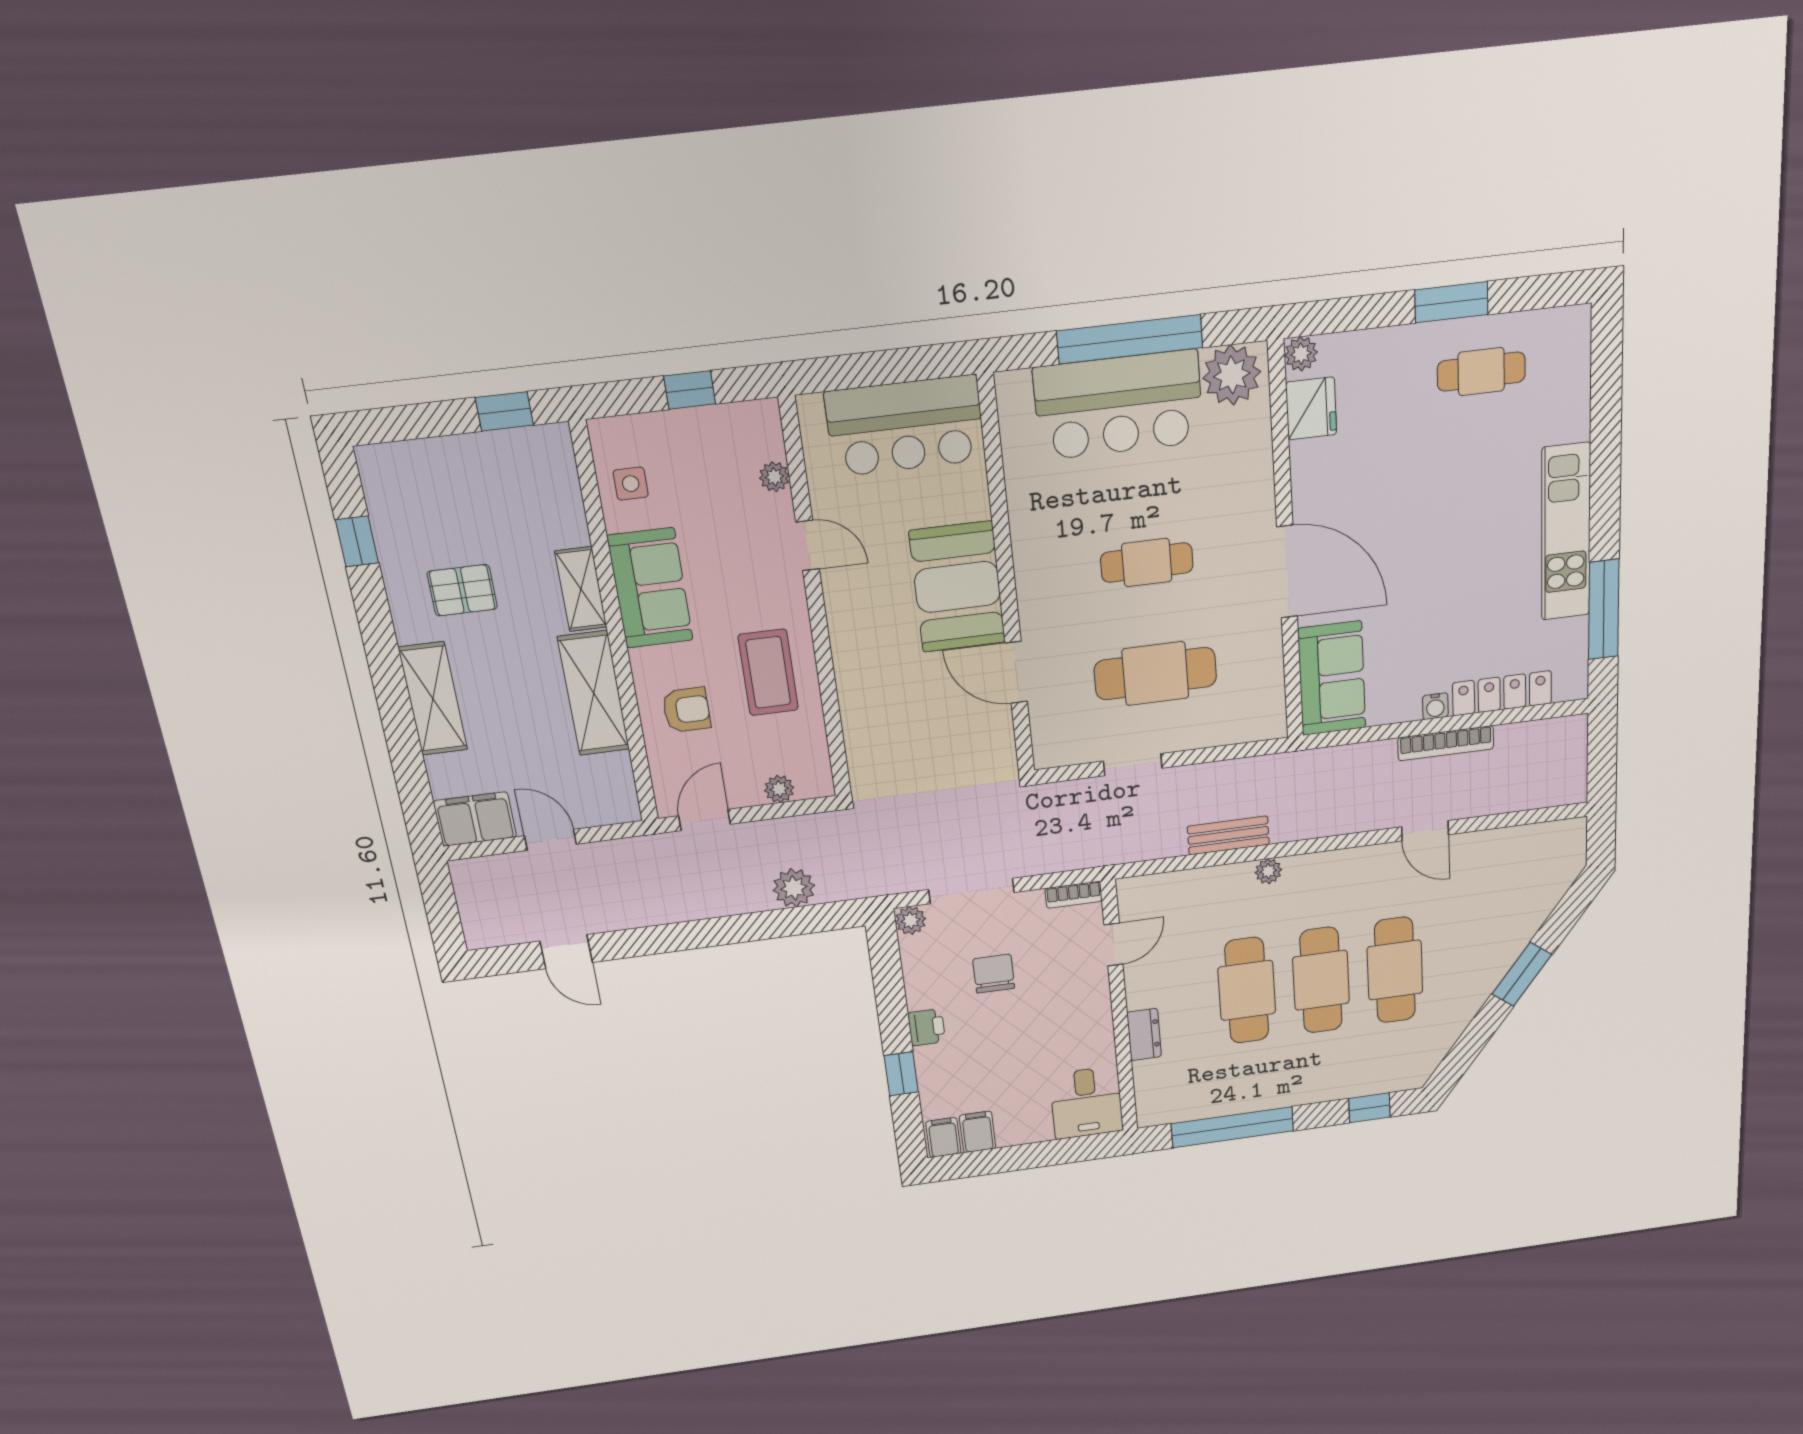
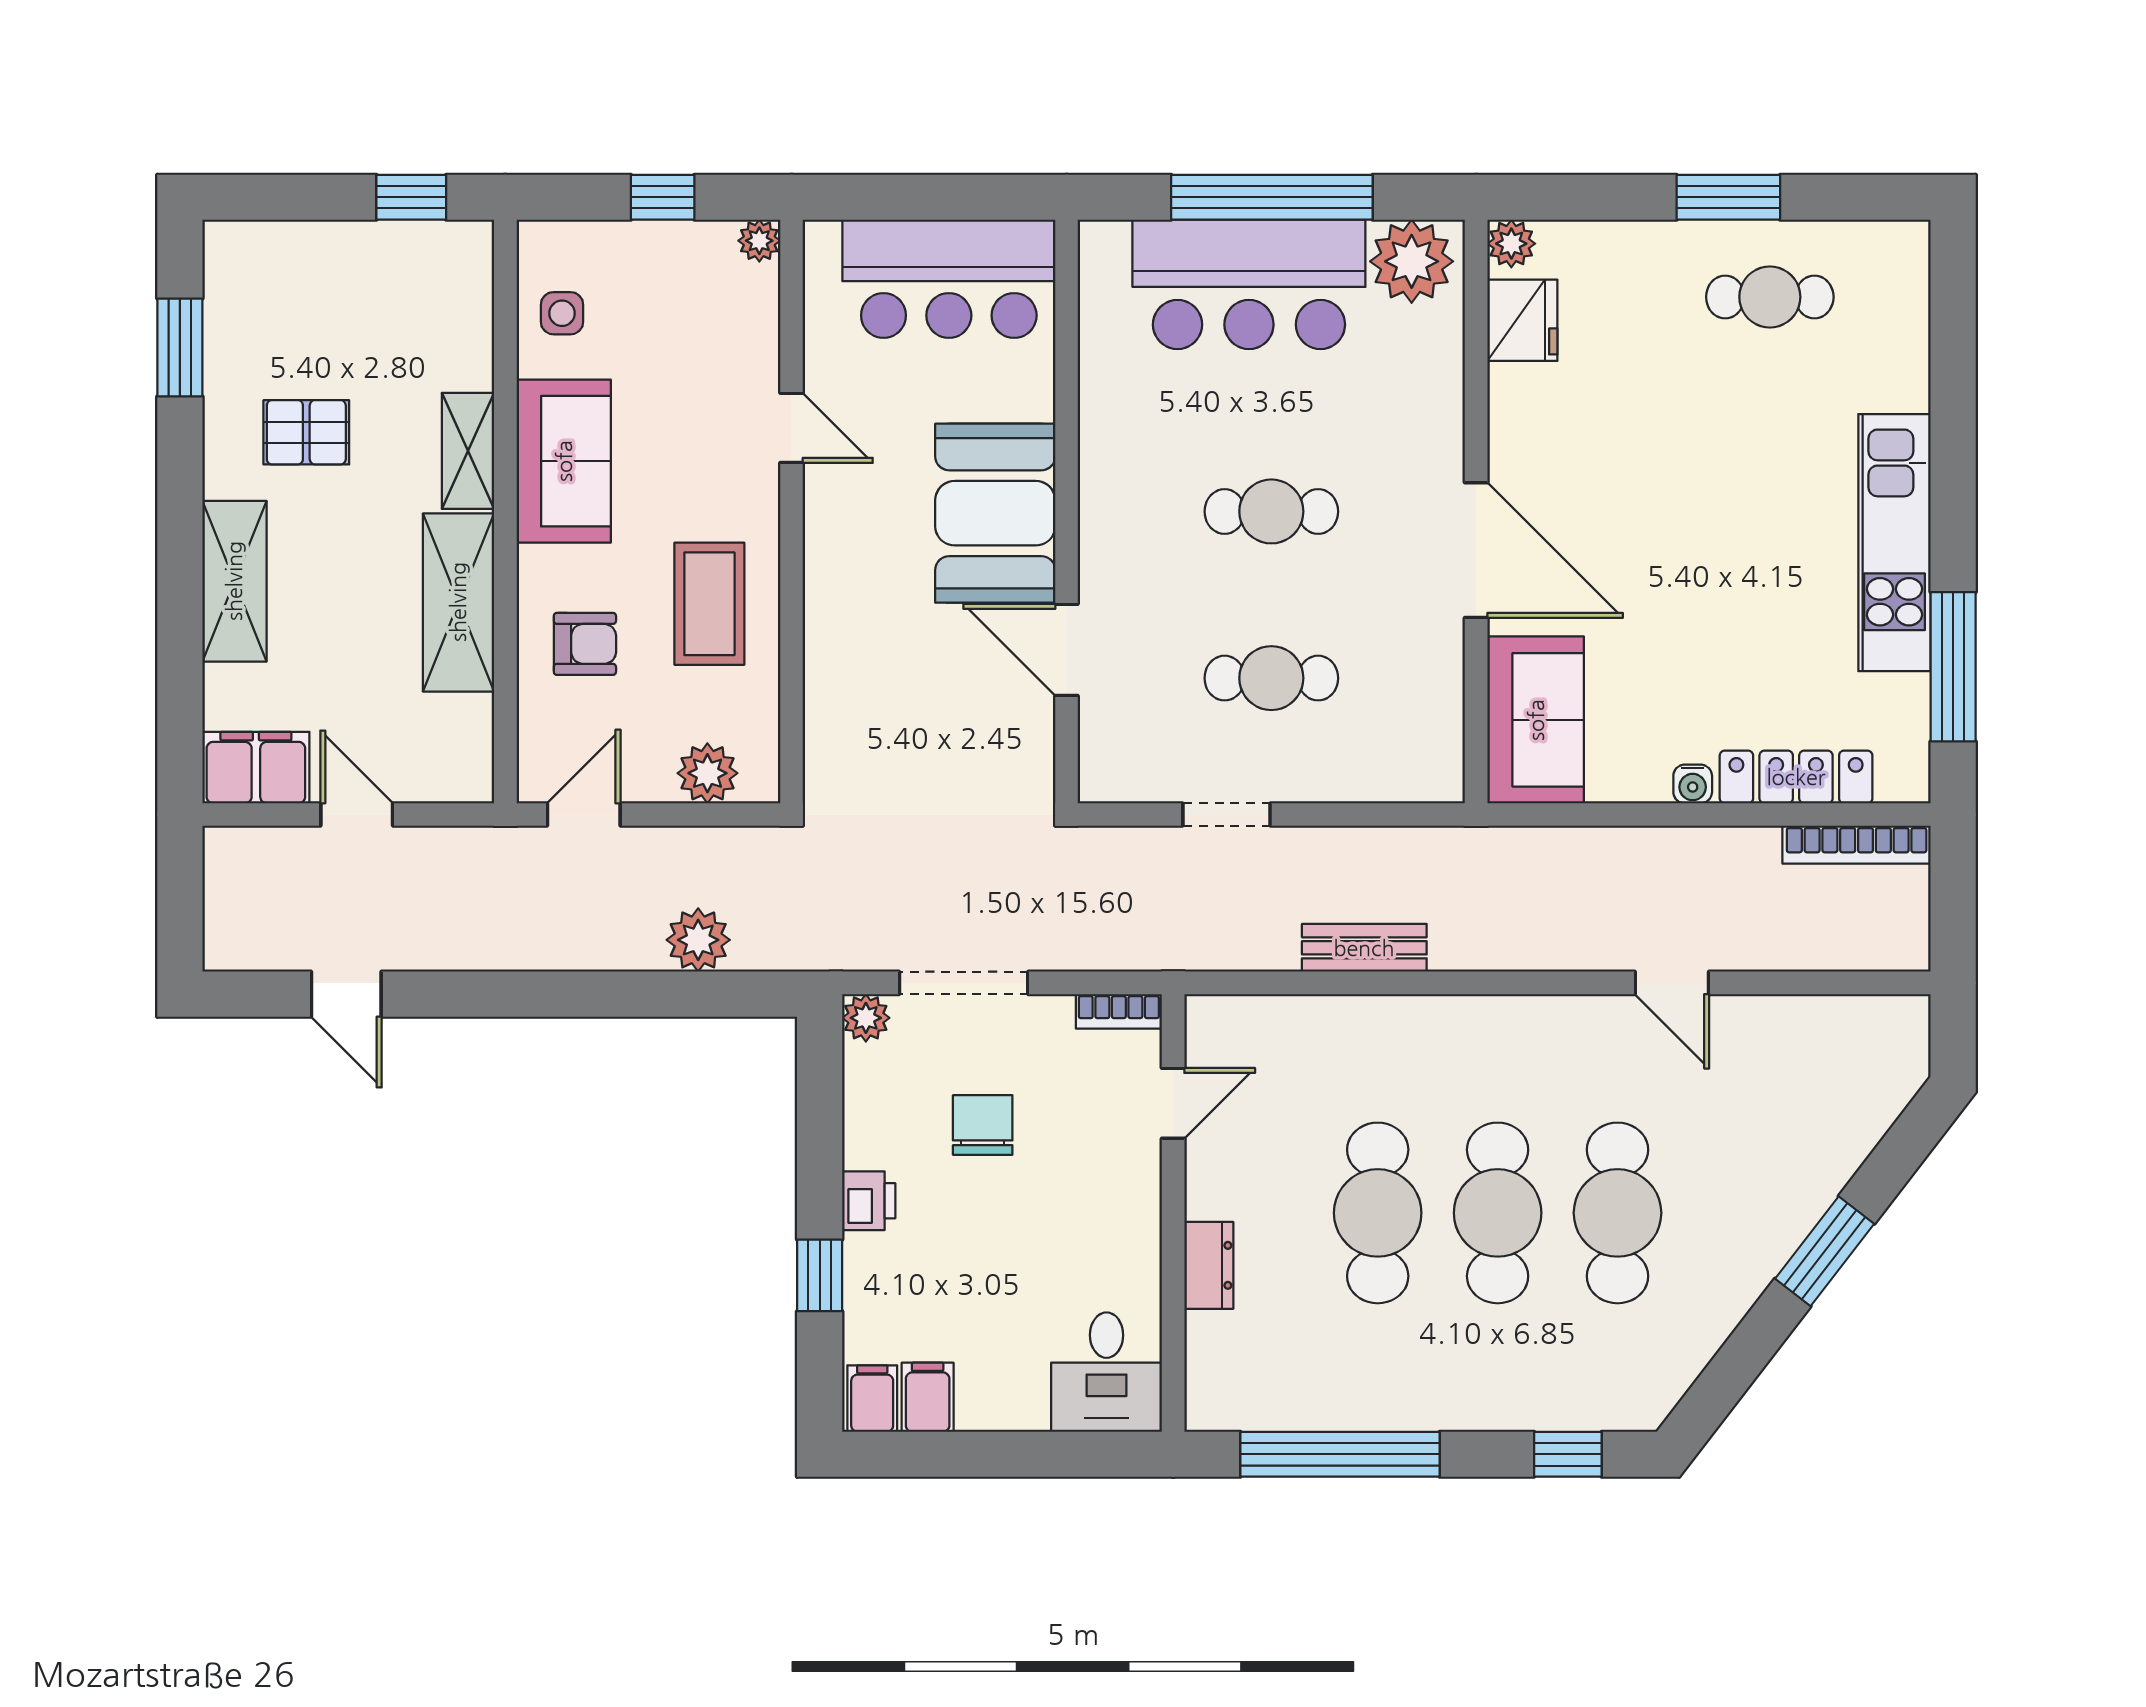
plant: (774, 477) -> (759, 241), moved
window: (357, 541) -> (180, 348), width x1.50
cafe table: (1155, 674) -> (1271, 678), width x0.73, depth x0.74
bookcase: (1446, 743) -> (1857, 845), moved
plant: (779, 789) -> (707, 773), width x1.38, depth x1.38
plant: (1268, 871) -> (1423, 1015), removed

